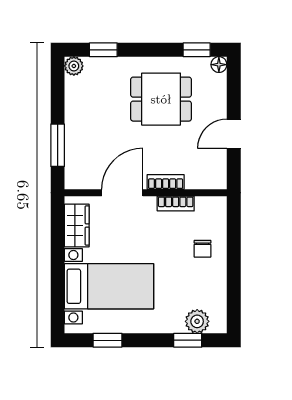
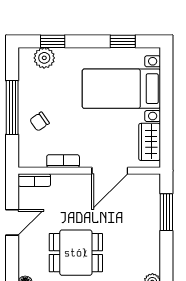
bookcase: (166, 182) -> (34, 180), moved
chair: (203, 249) -> (39, 122), turned -125
window: (234, 265) -> (12, 107), added

